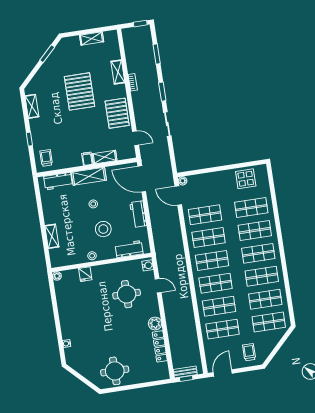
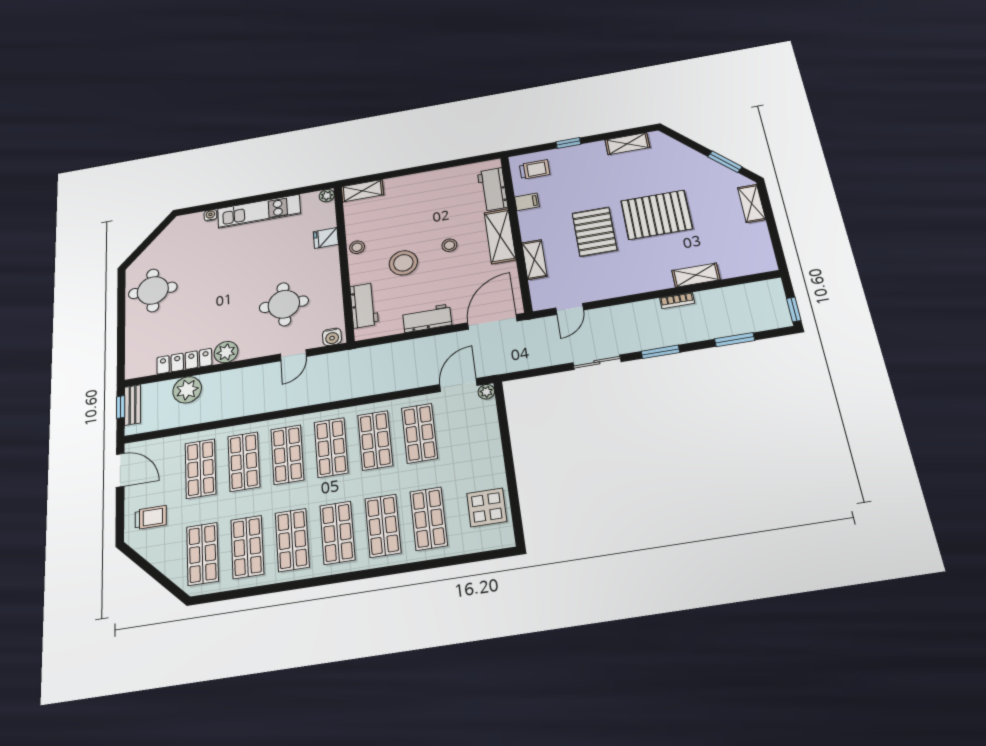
shelving: (92, 38) -> (752, 203), moved
pallet: (117, 113) -> (595, 232), moved, turned 90
filing cabinet: (87, 159) -> (527, 202), moved
shelving: (52, 236) -> (362, 191), moved
kitchen unit: (65, 315) -> (259, 211), added
plant: (177, 342) -> (187, 390), added

